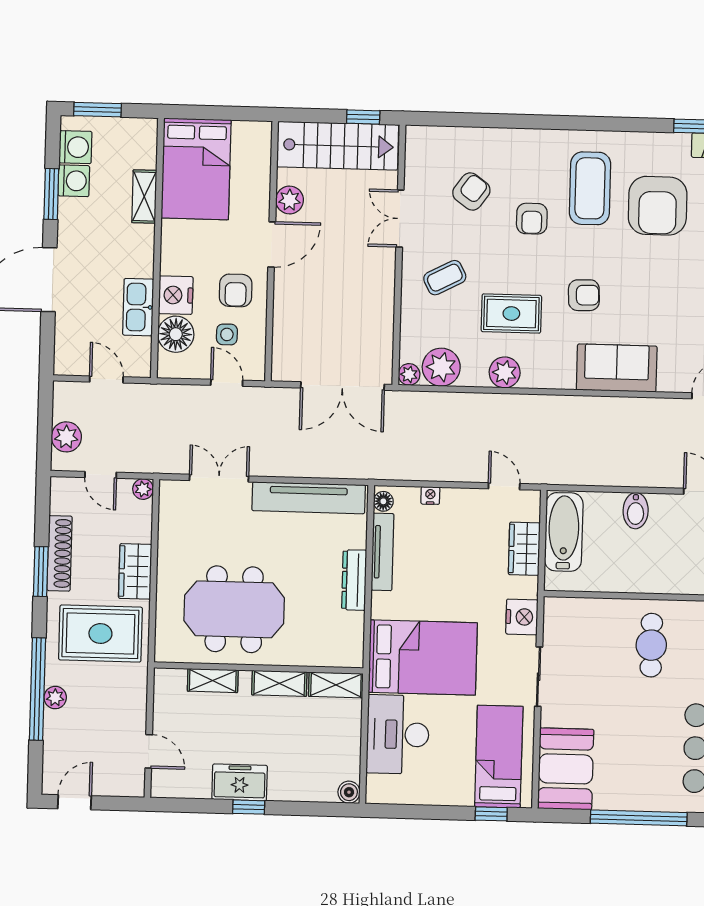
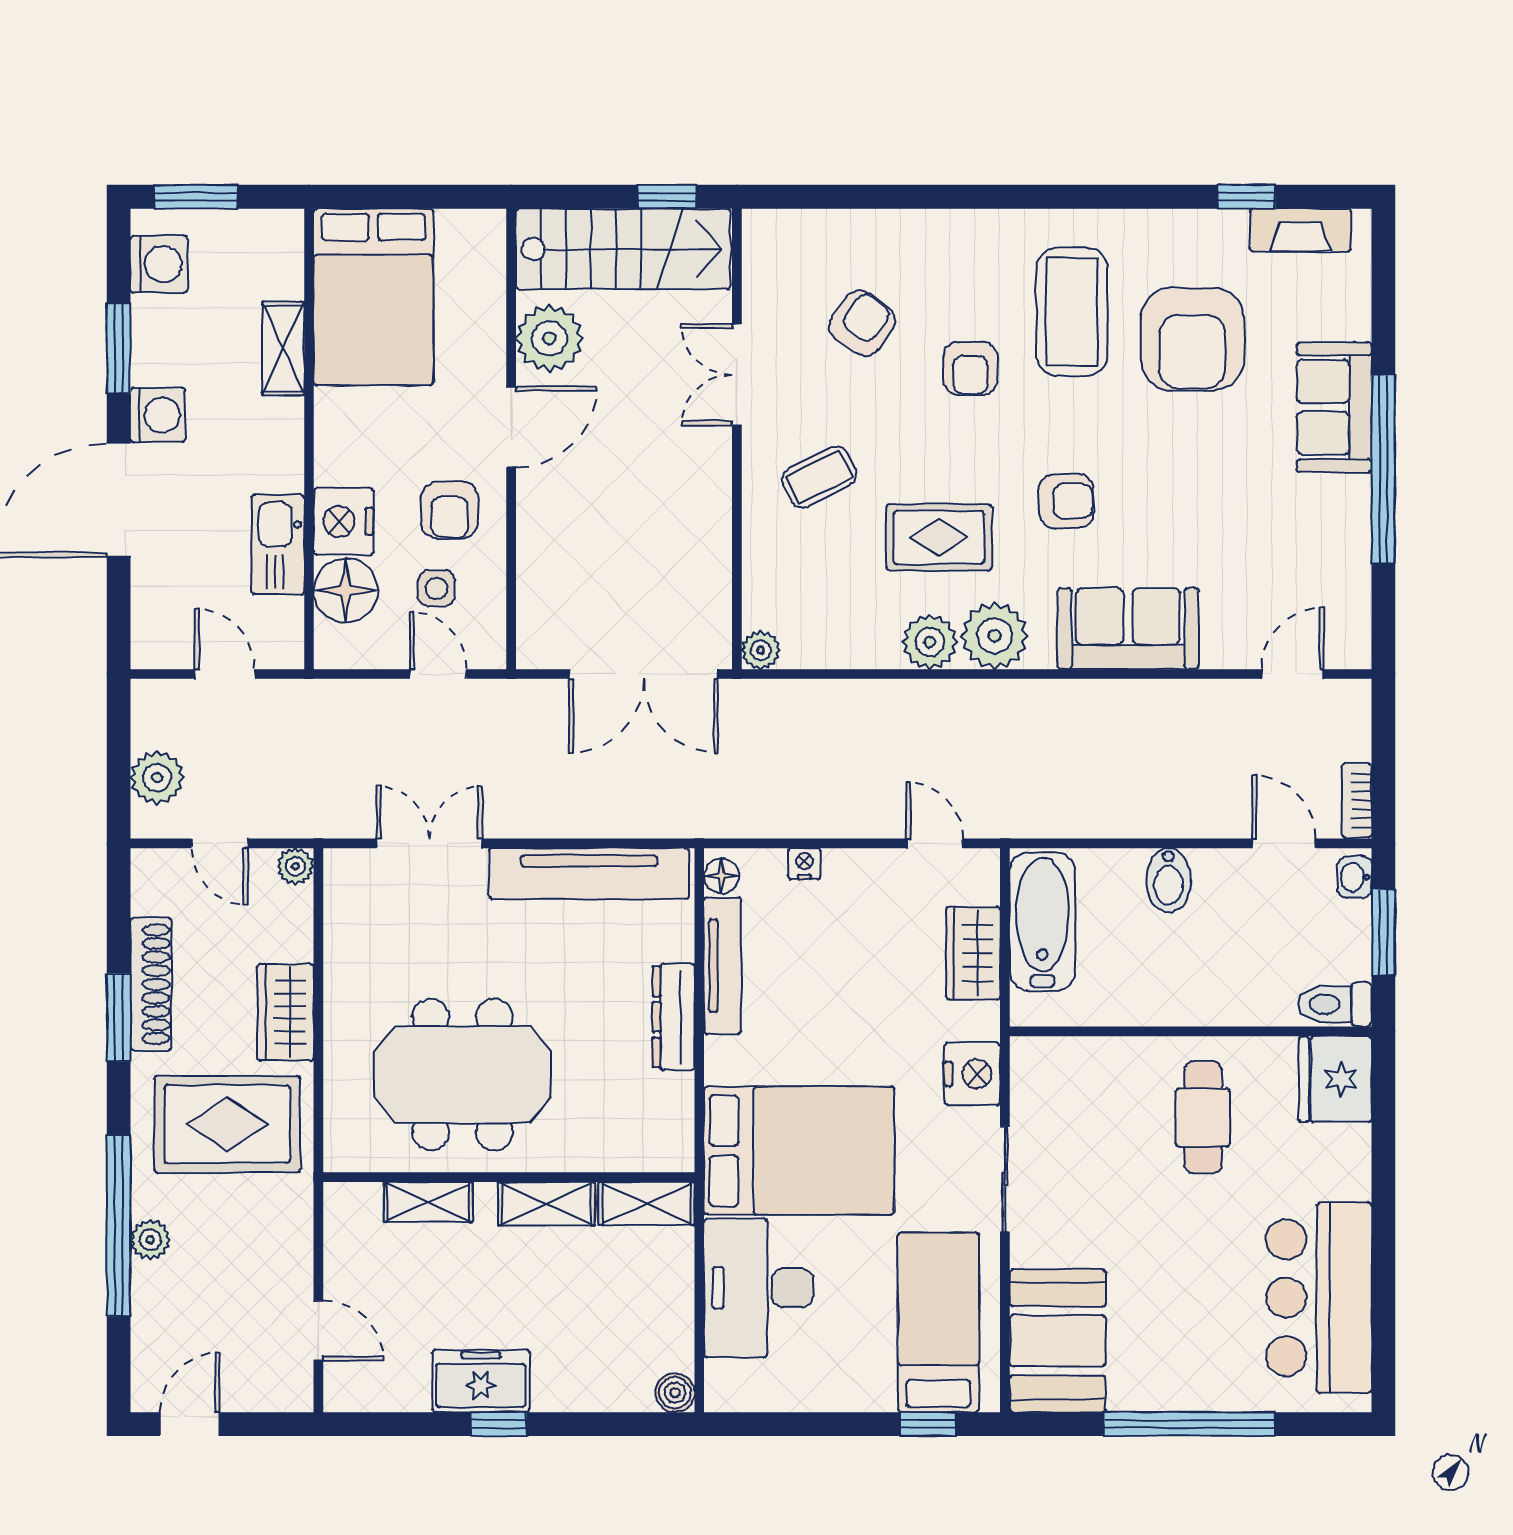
washing machine: (74, 181) -> (158, 415), moved
plant: (290, 200) -> (549, 338), width x1.36, depth x1.36
plant: (441, 367) -> (995, 636), moved

